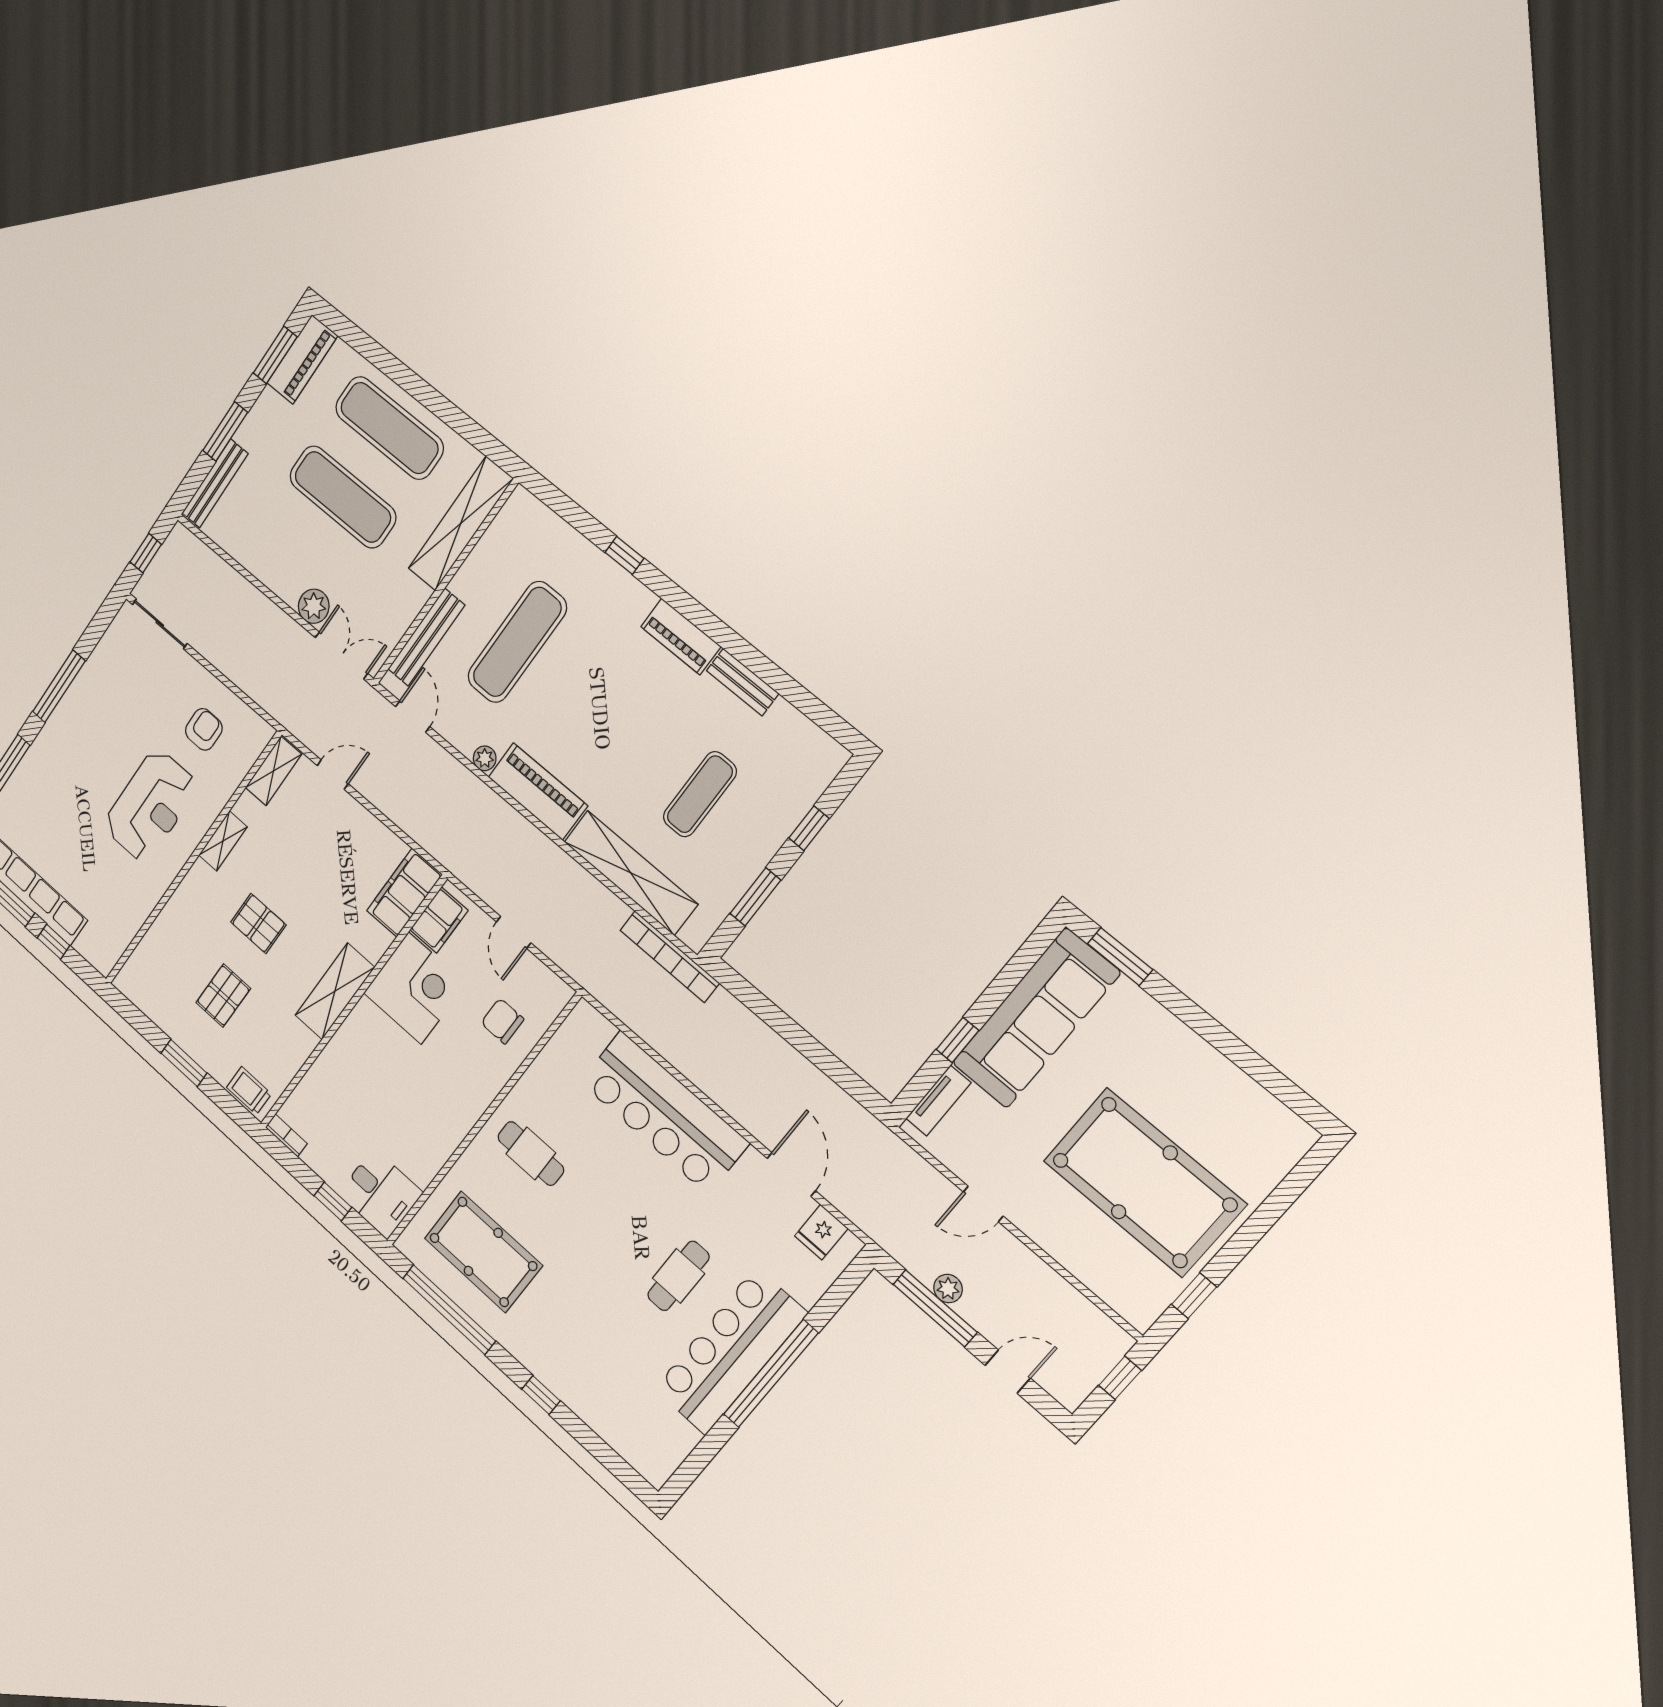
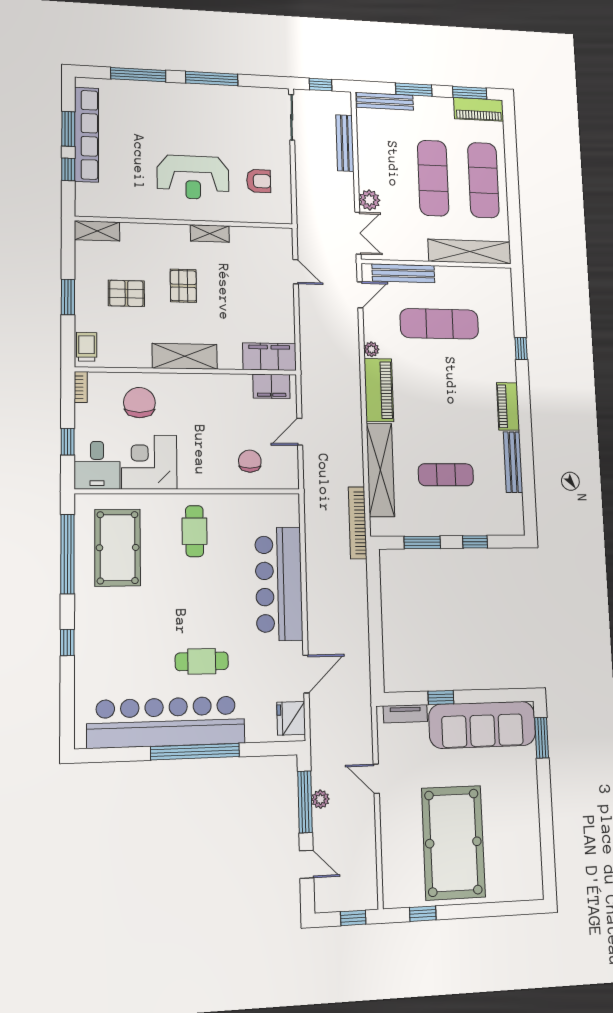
bench: (230, 580) -> (345, 143), added
bench: (743, 682) -> (513, 462), width x1.36
shelving: (273, 771) -> (97, 231), moved
corner desk: (415, 988) -> (149, 462), moved, turned 180
chair: (348, 1087) -> (139, 403), added
fridge: (821, 1232) -> (291, 718), width x1.38
bar counter: (730, 1351) -> (166, 722), width x1.36

